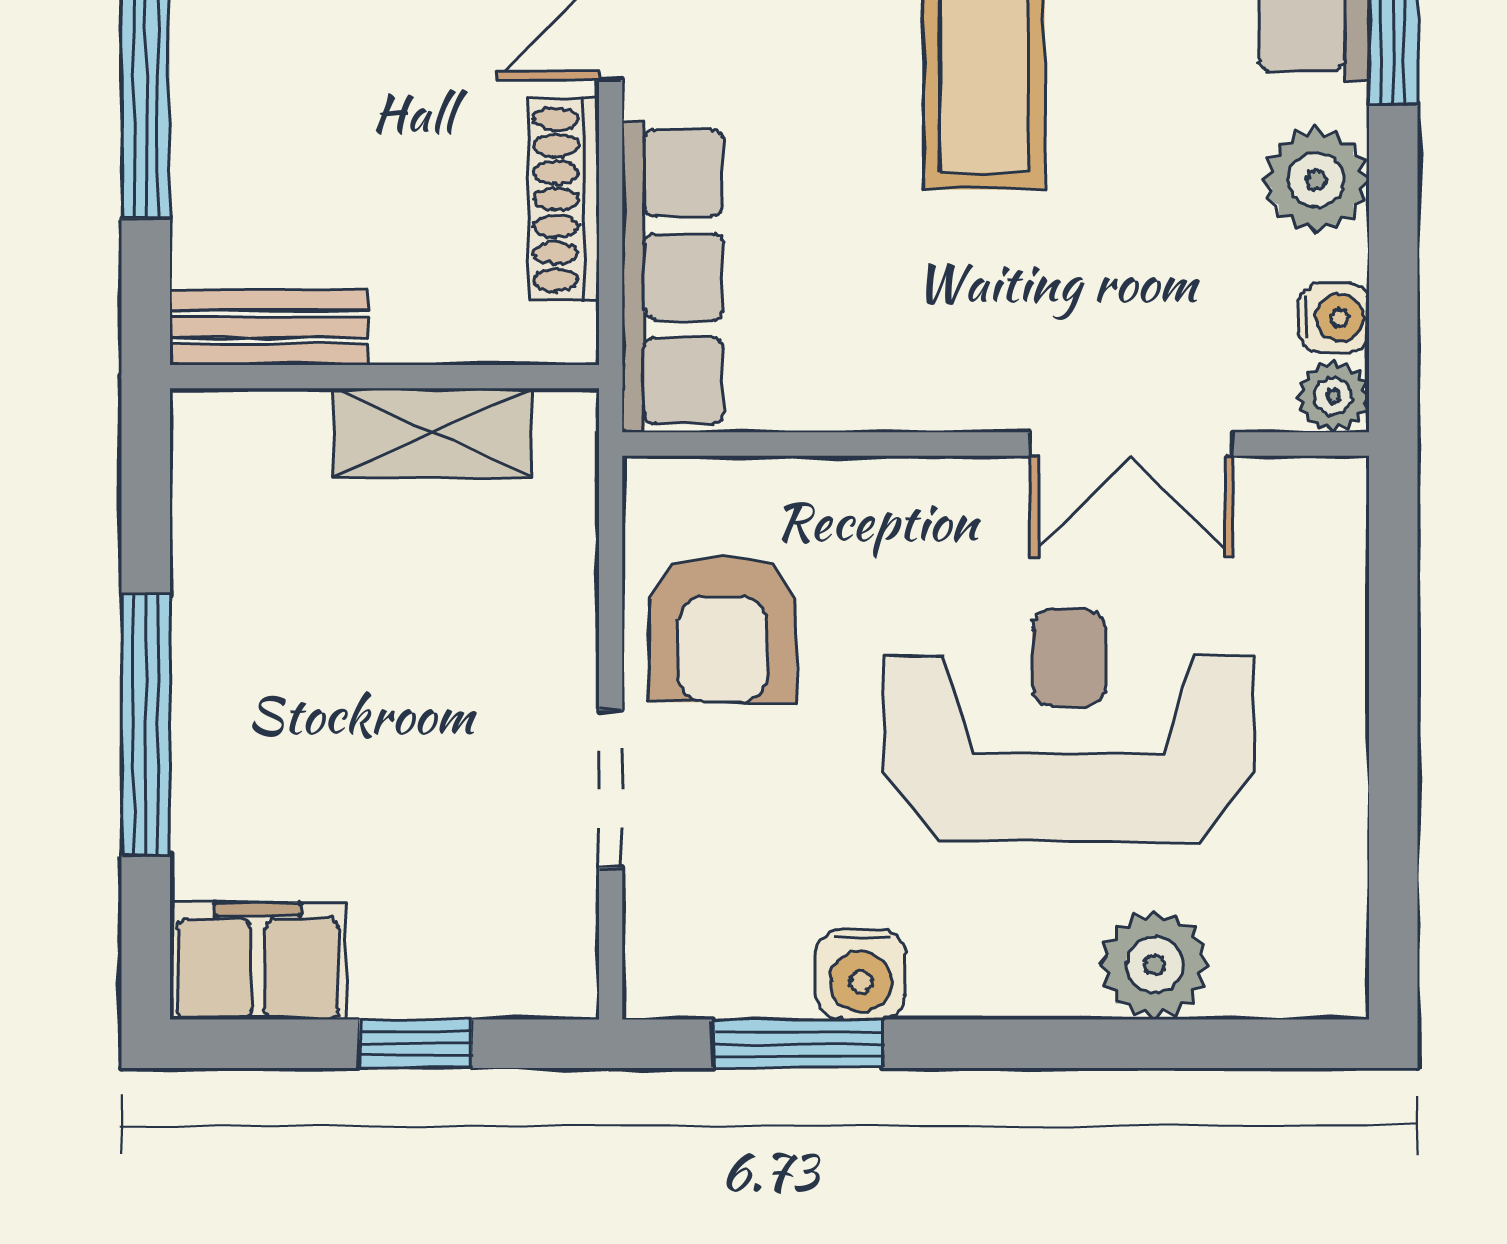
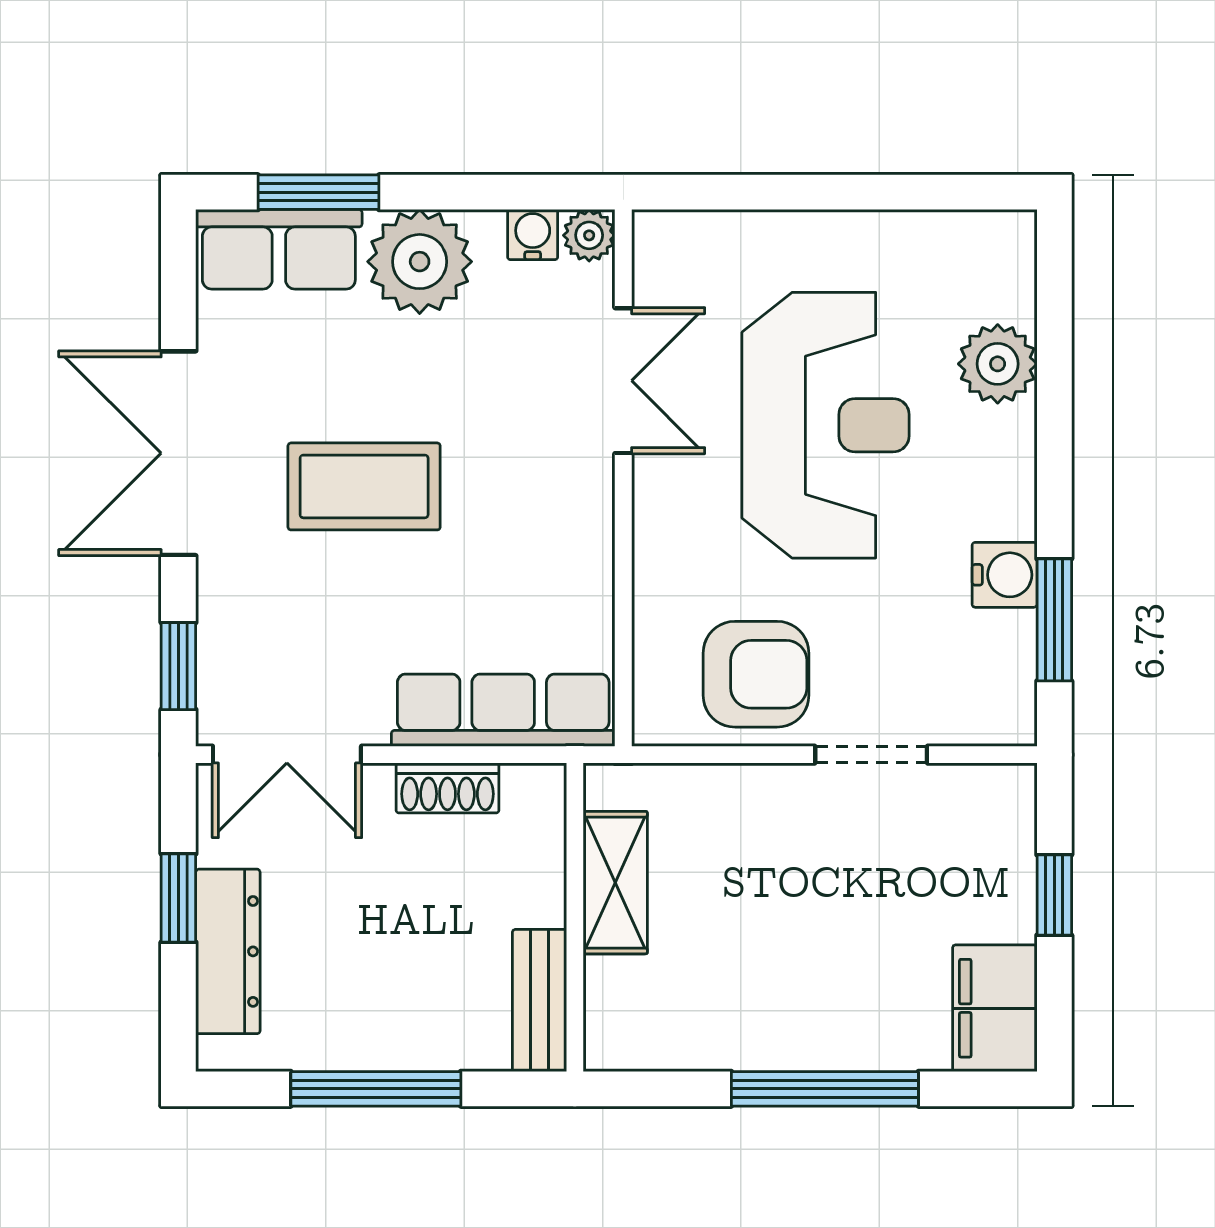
plant: (1316, 180) -> (420, 262), width x1.36, depth x1.36
shoe rack: (564, 199) -> (448, 788), width x0.70
reception desk: (1069, 725) -> (826, 425), turned 180

